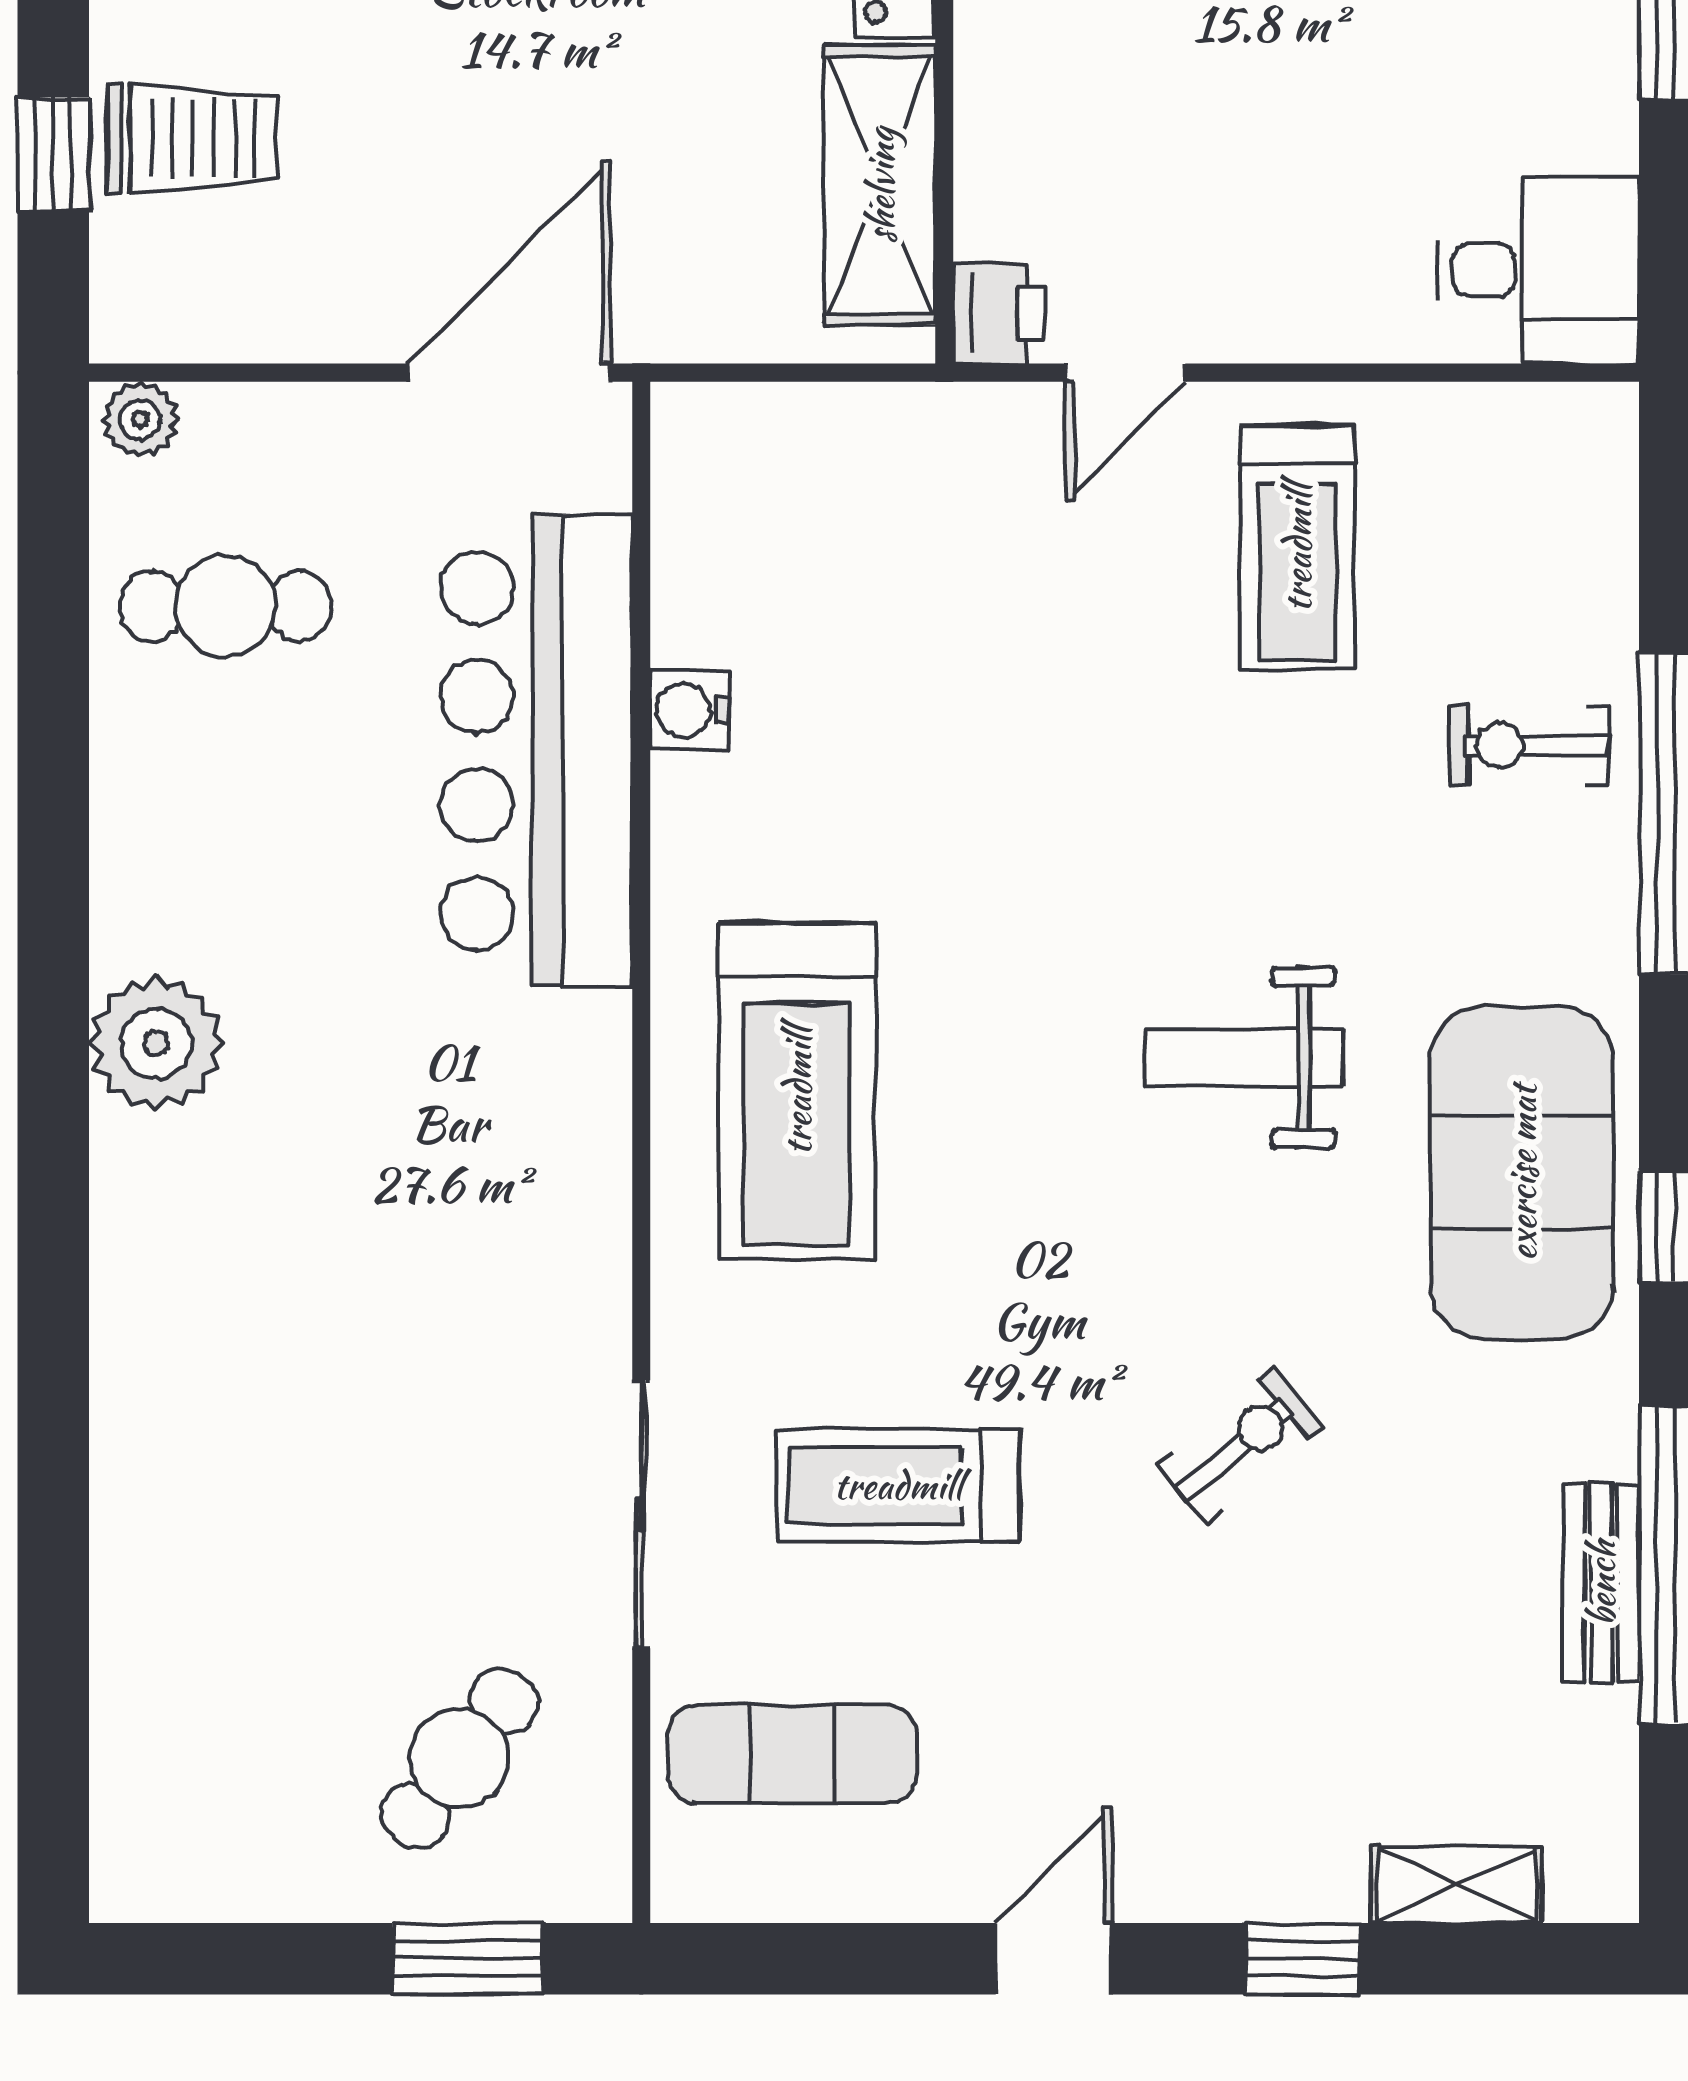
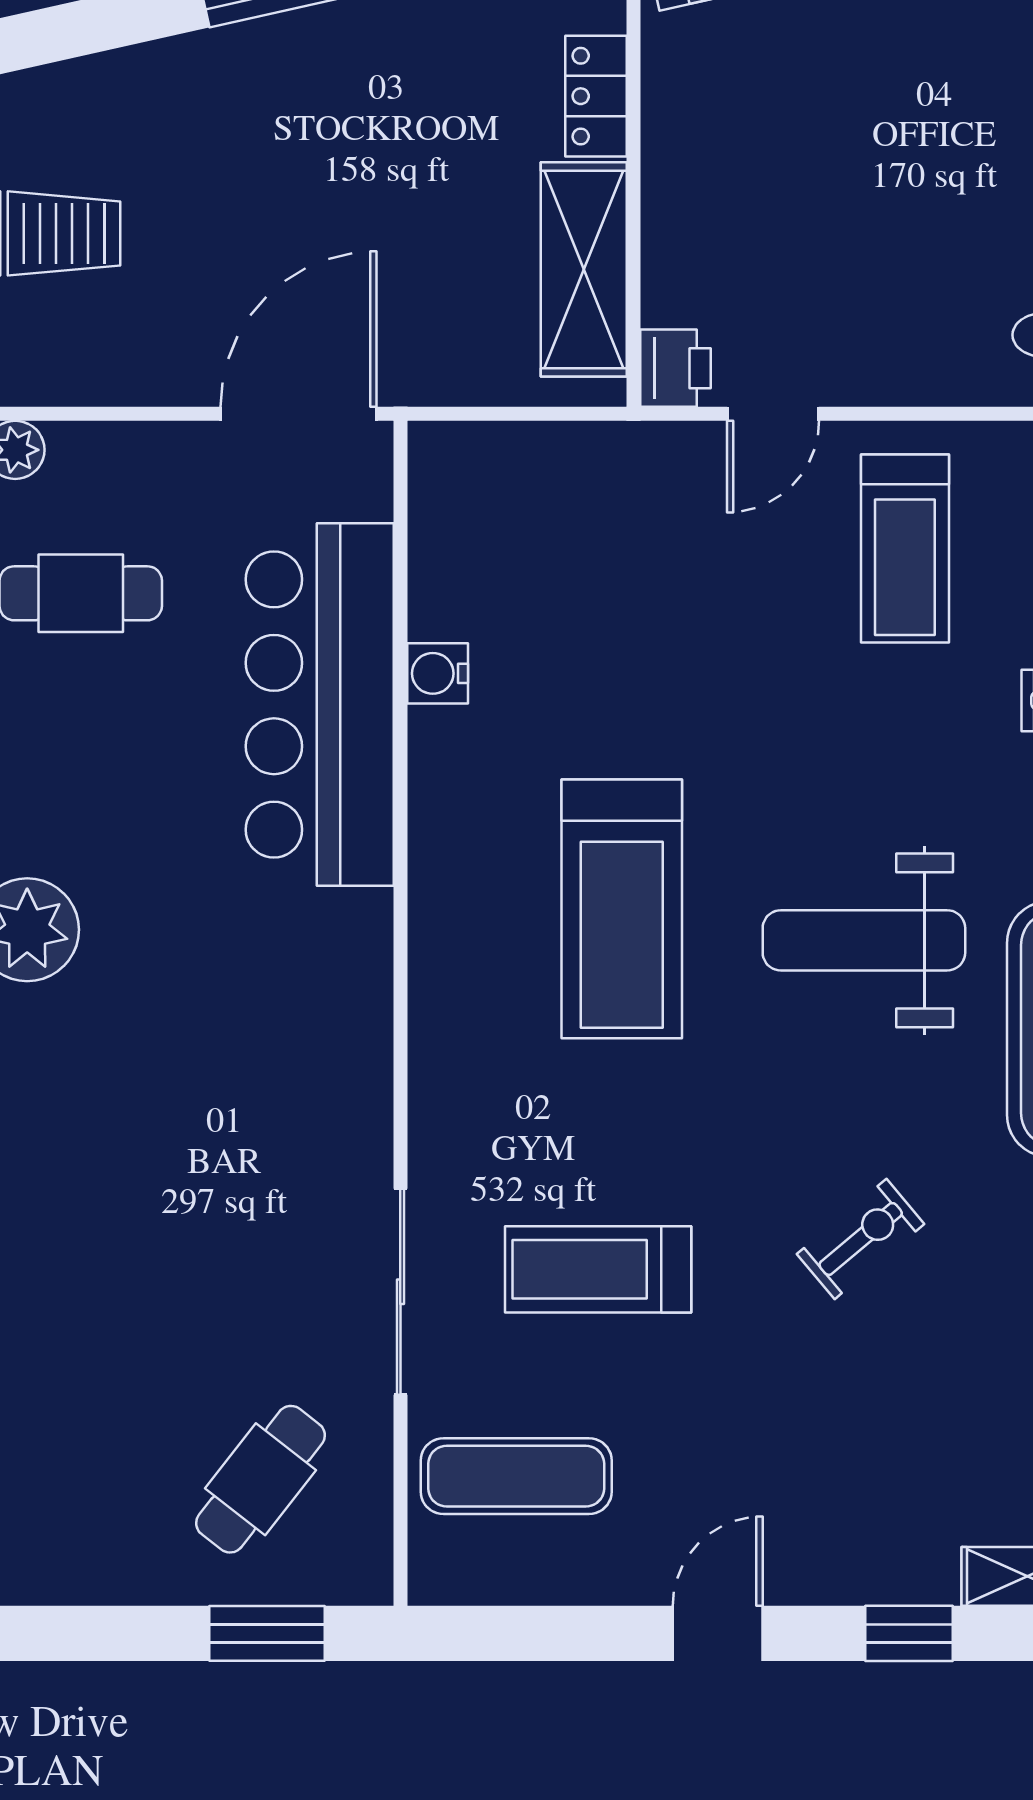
weight bench: (1244, 1057) -> (864, 940), width x1.36, depth x1.33
treadmill: (797, 1091) -> (622, 909), moved

